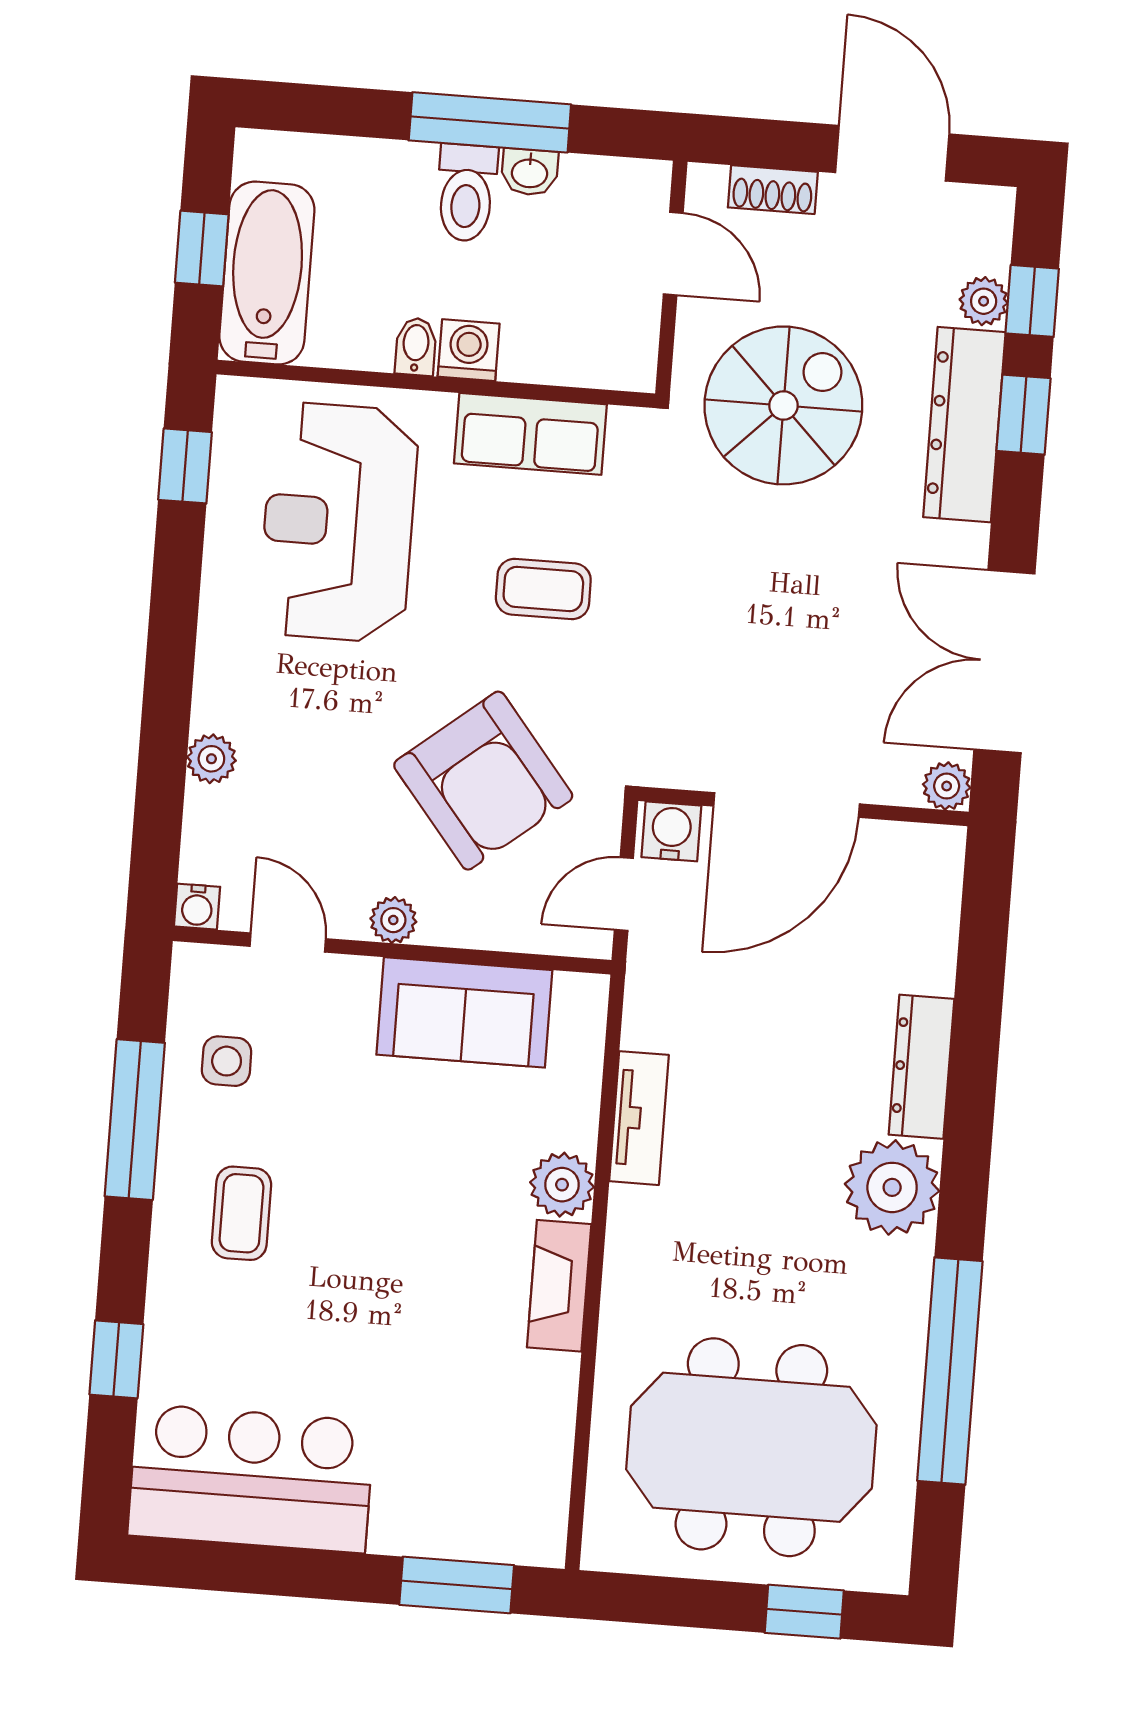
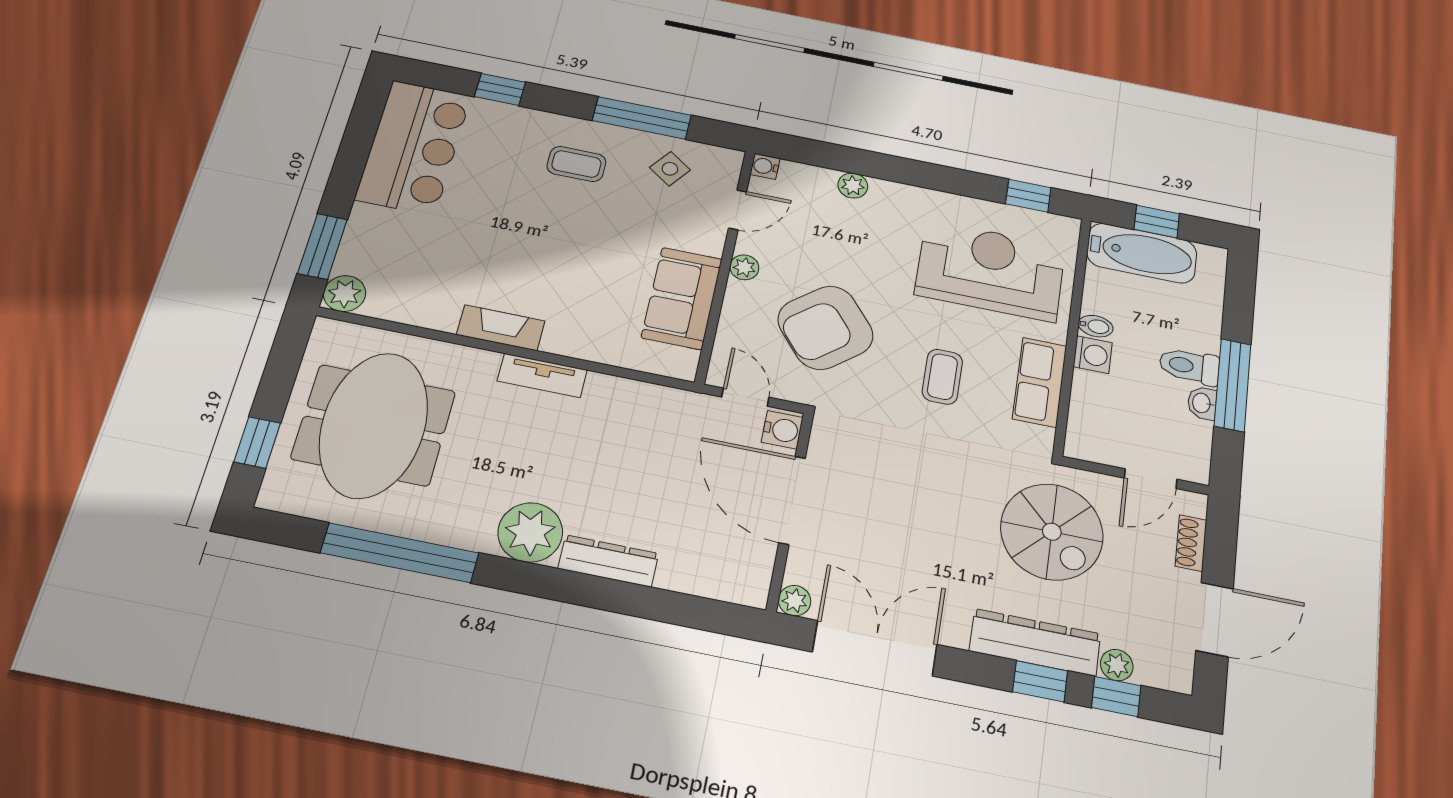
side table: (227, 1061) -> (670, 169), turned 36
tv unit: (639, 1118) -> (542, 375), moved
plant: (562, 1185) -> (345, 294), moved

